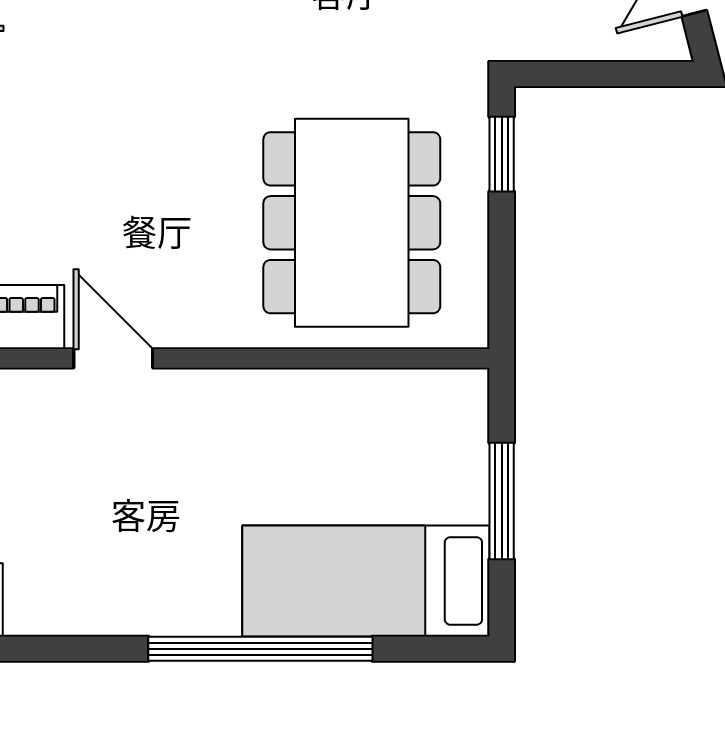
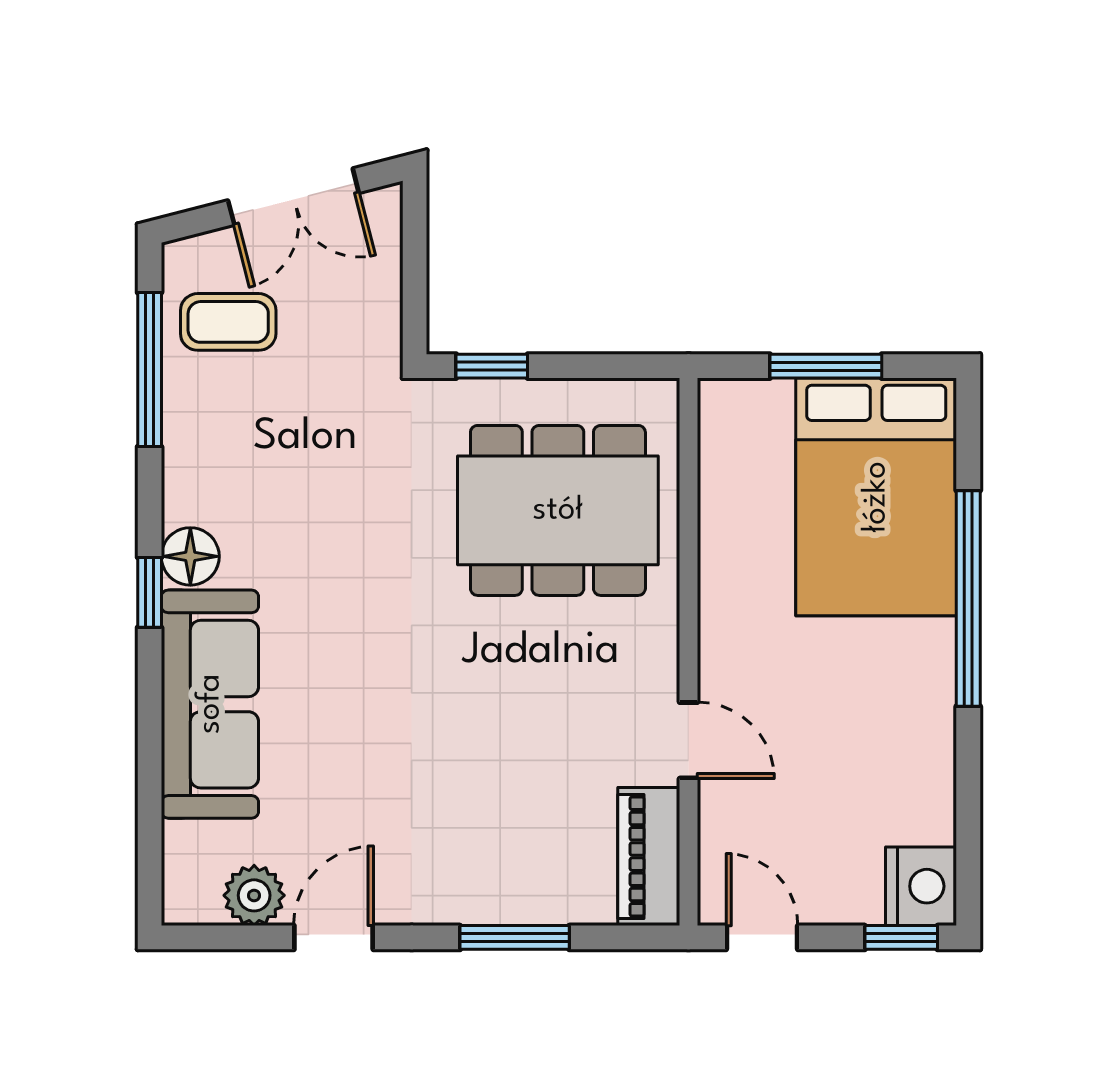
door: (113, 358) -> (689, 740), swing flipped
bed: (366, 581) -> (876, 497), width x1.50

